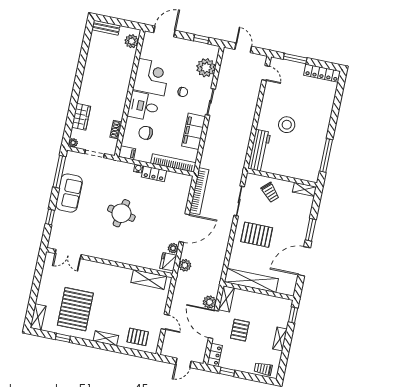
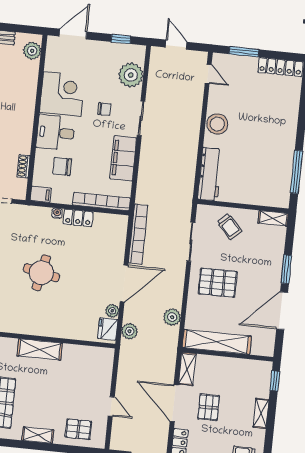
stool: (287, 125) -> (217, 124), moved
shelving: (149, 279) -> (40, 349), moved
plant: (210, 302) -> (172, 317), moved

